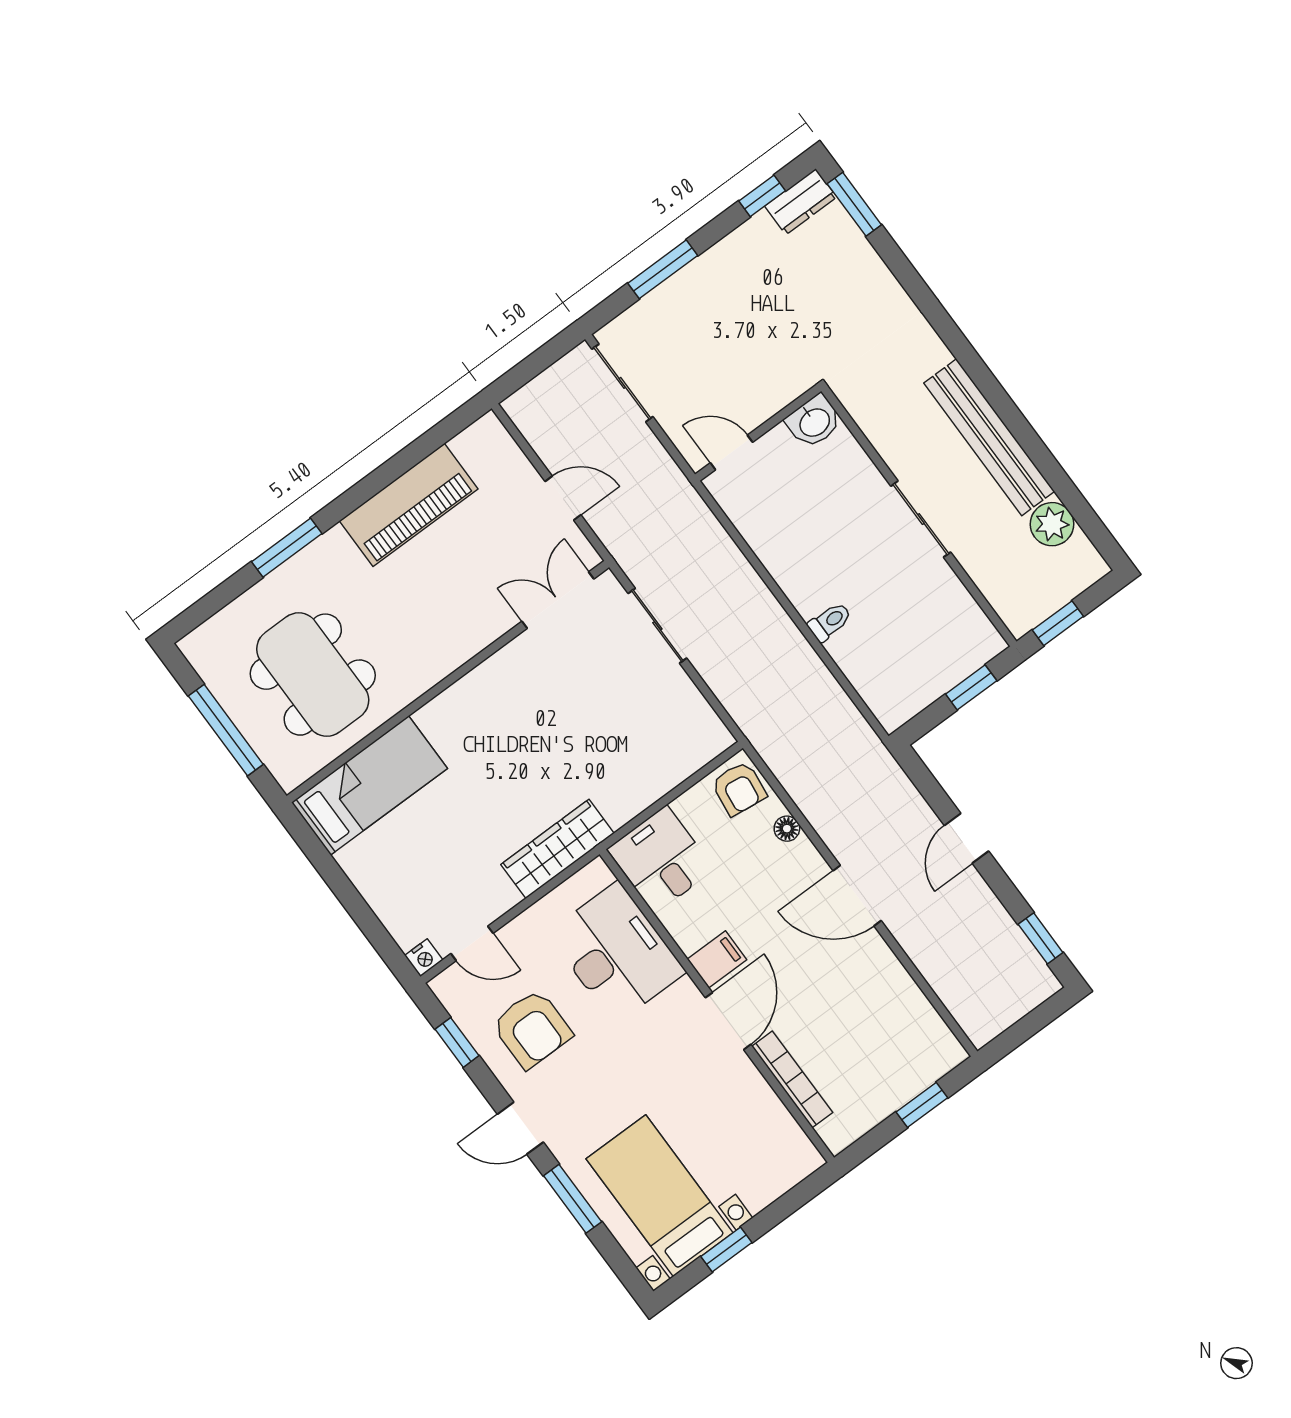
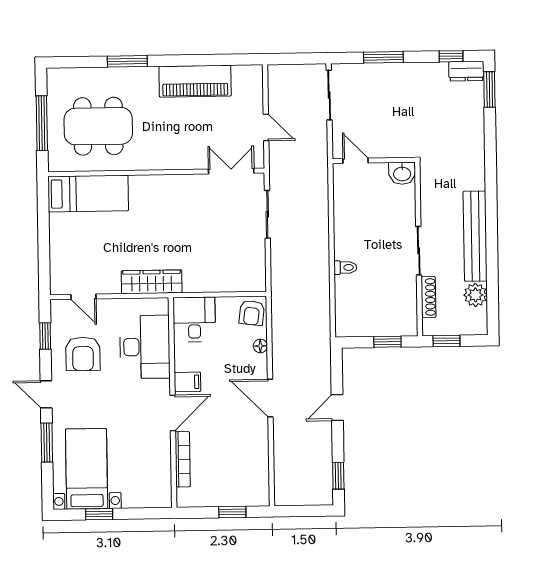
shoe rack: (985, 577) -> (428, 297), added
dining table: (313, 675) -> (98, 126), turned 90
nightstand: (424, 958) -> (57, 288), removed

